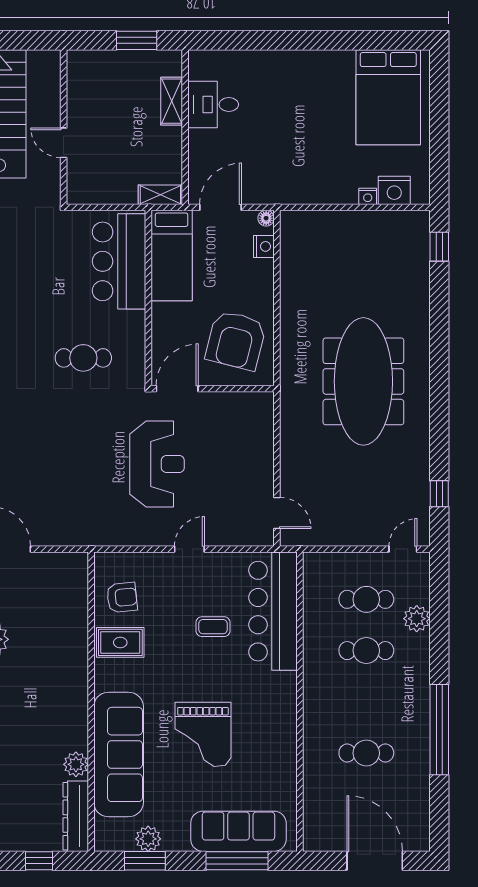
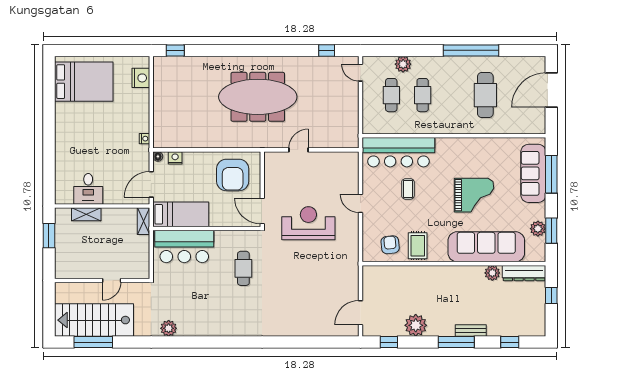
nightstand: (368, 196) -> (144, 139), moved
door: (221, 207) -> (151, 184), hinge flipped
armchair: (236, 340) -> (233, 175), turned 76
door: (277, 513) -> (299, 150), moved
cafe table: (366, 753) -> (485, 95), width x1.37, depth x1.35

